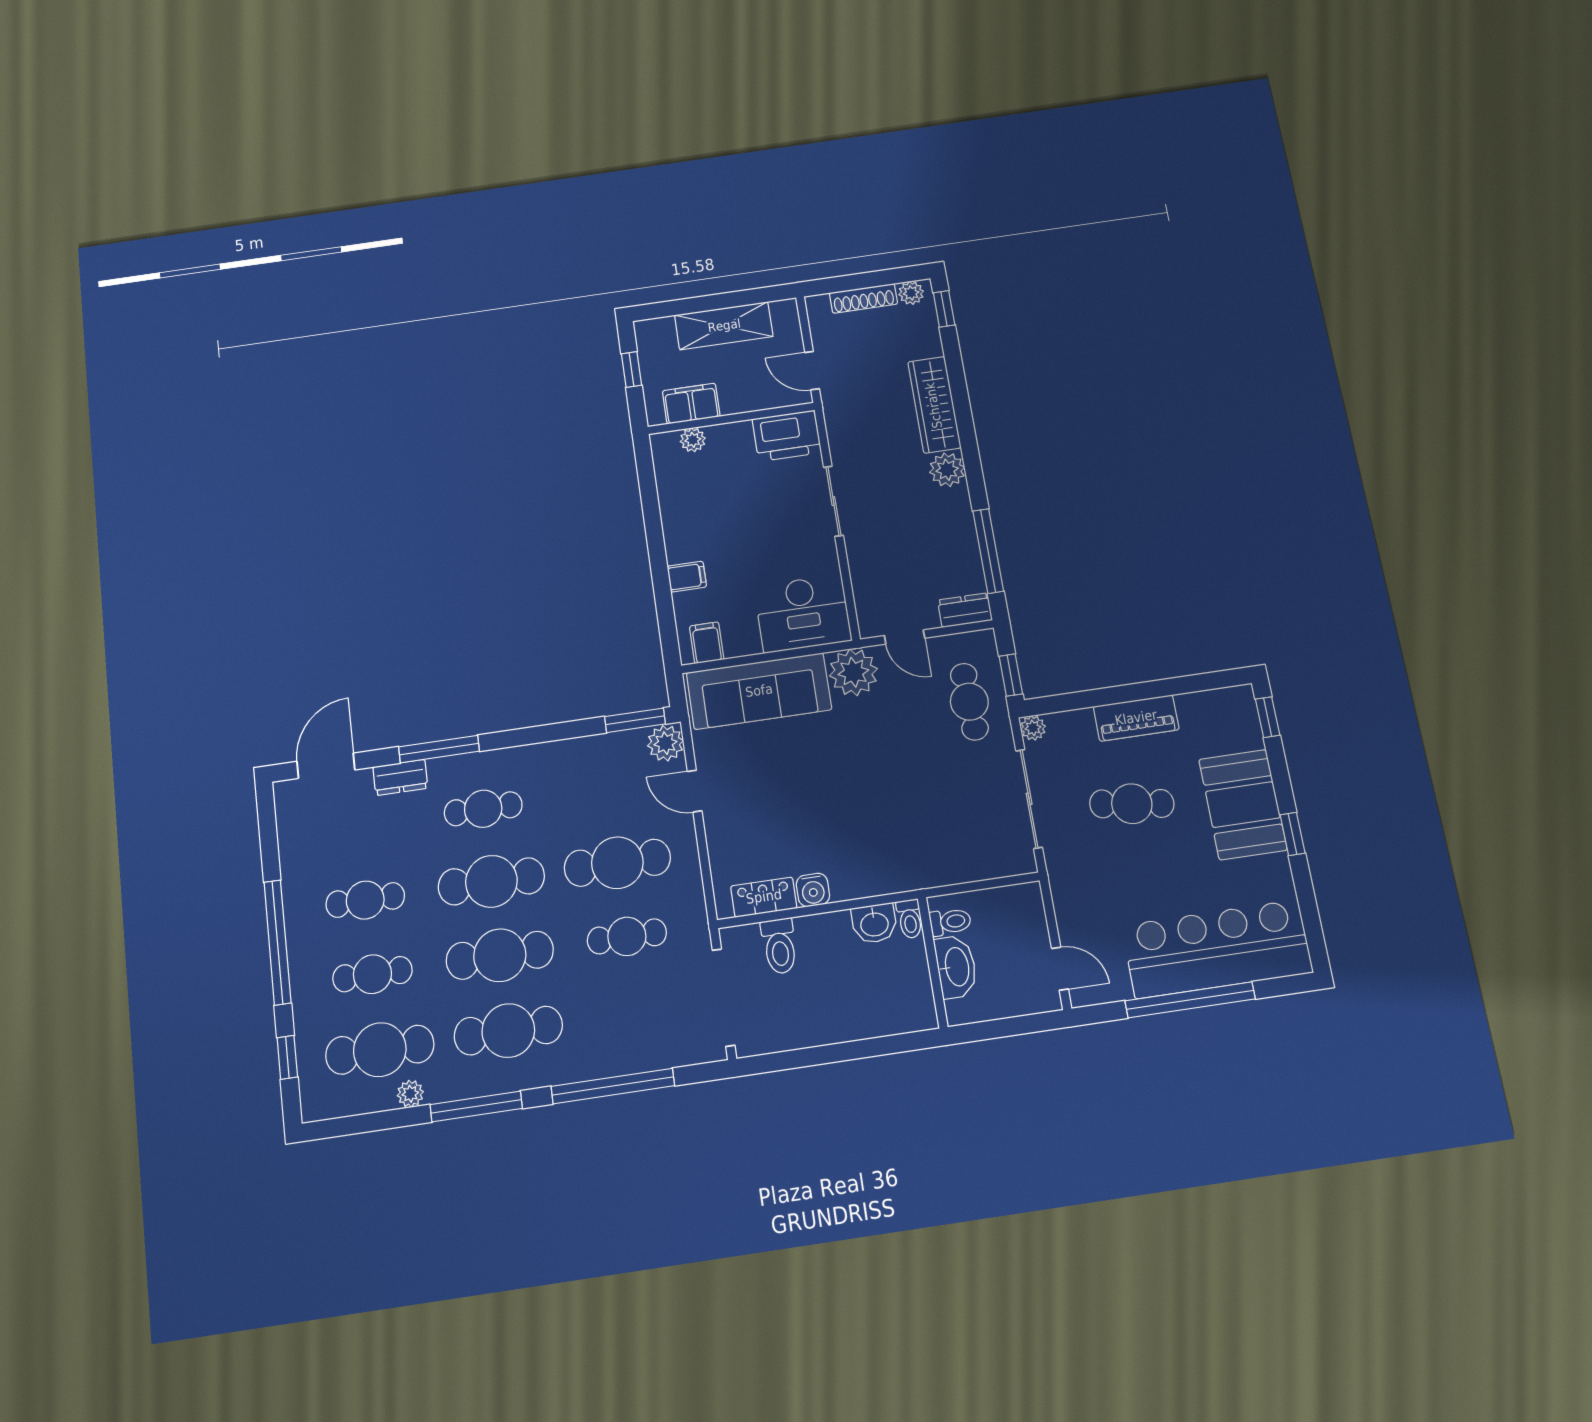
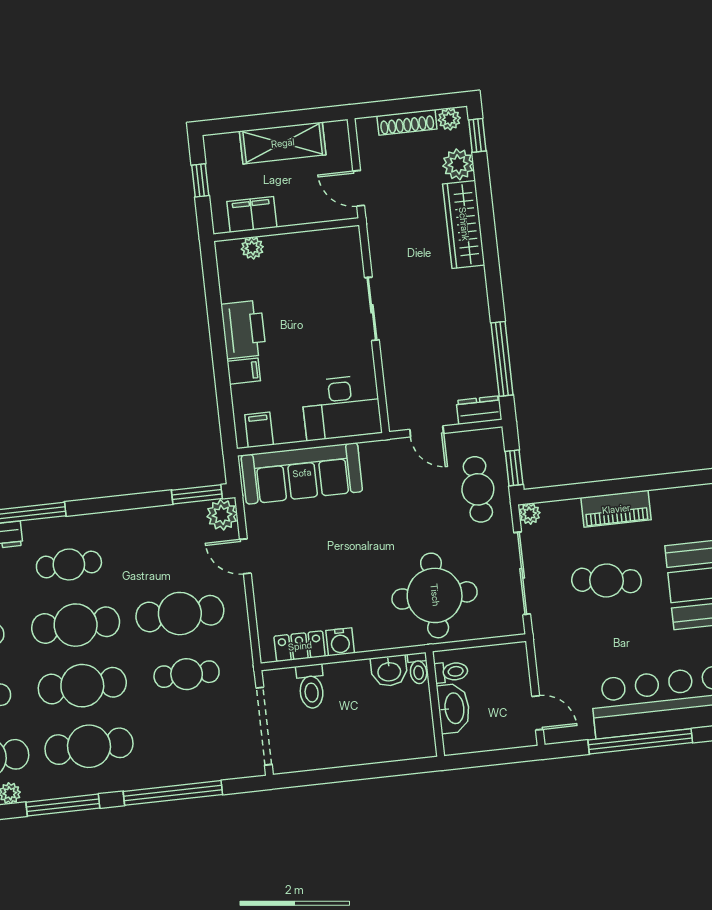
printer: (787, 436) -> (244, 329), moved, turned -90
plant: (947, 470) -> (458, 164), moved
plant: (853, 672) -> (382, 460), removed
round table: (925, 829) -> (435, 595), added

